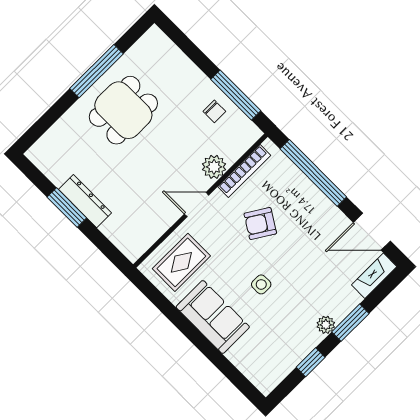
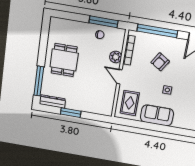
window: (96, 71) -> (39, 81), moved
dresser: (85, 201) -> (52, 101), moved
door: (197, 205) -> (119, 77), hinge flipped
armchair: (260, 224) -> (160, 62), moved

